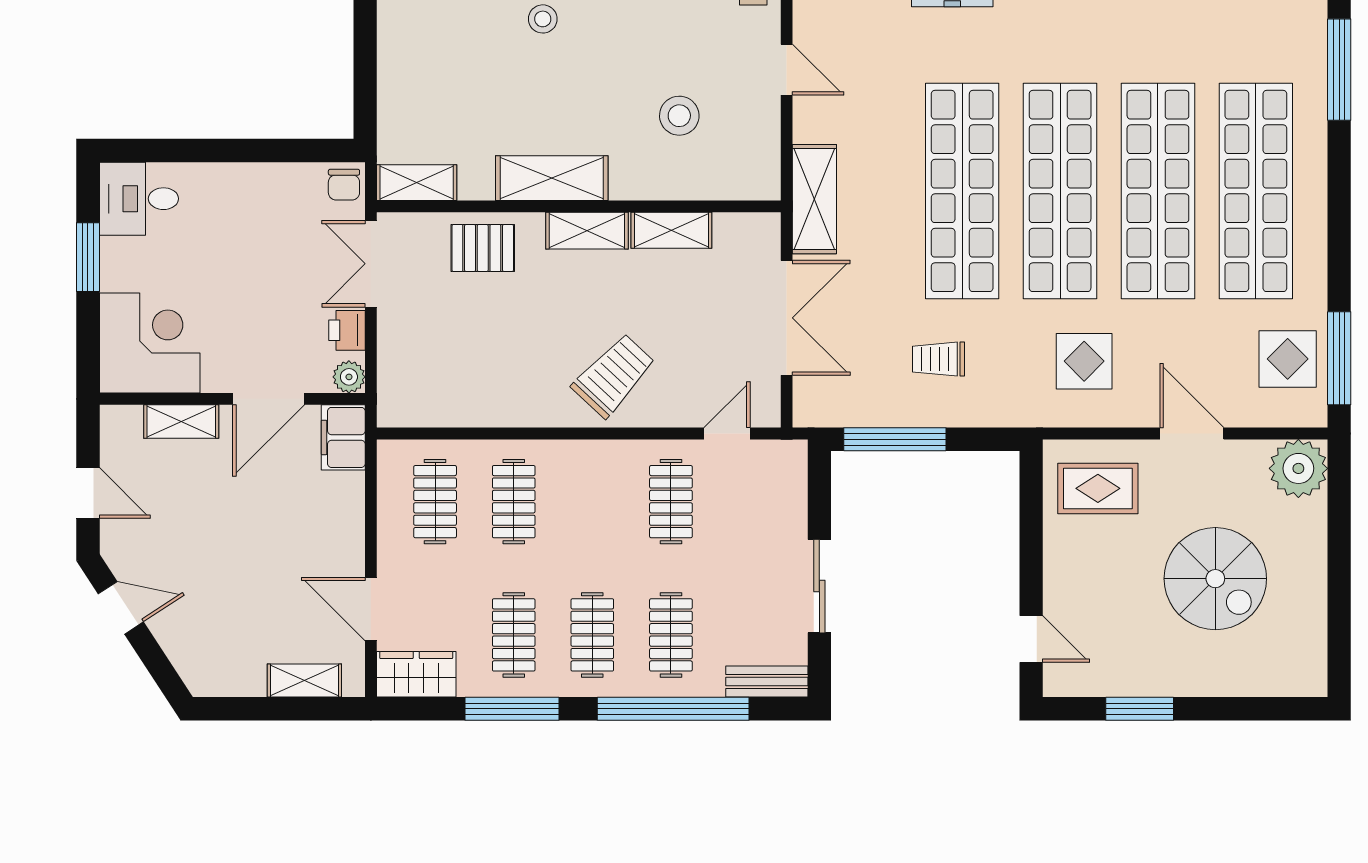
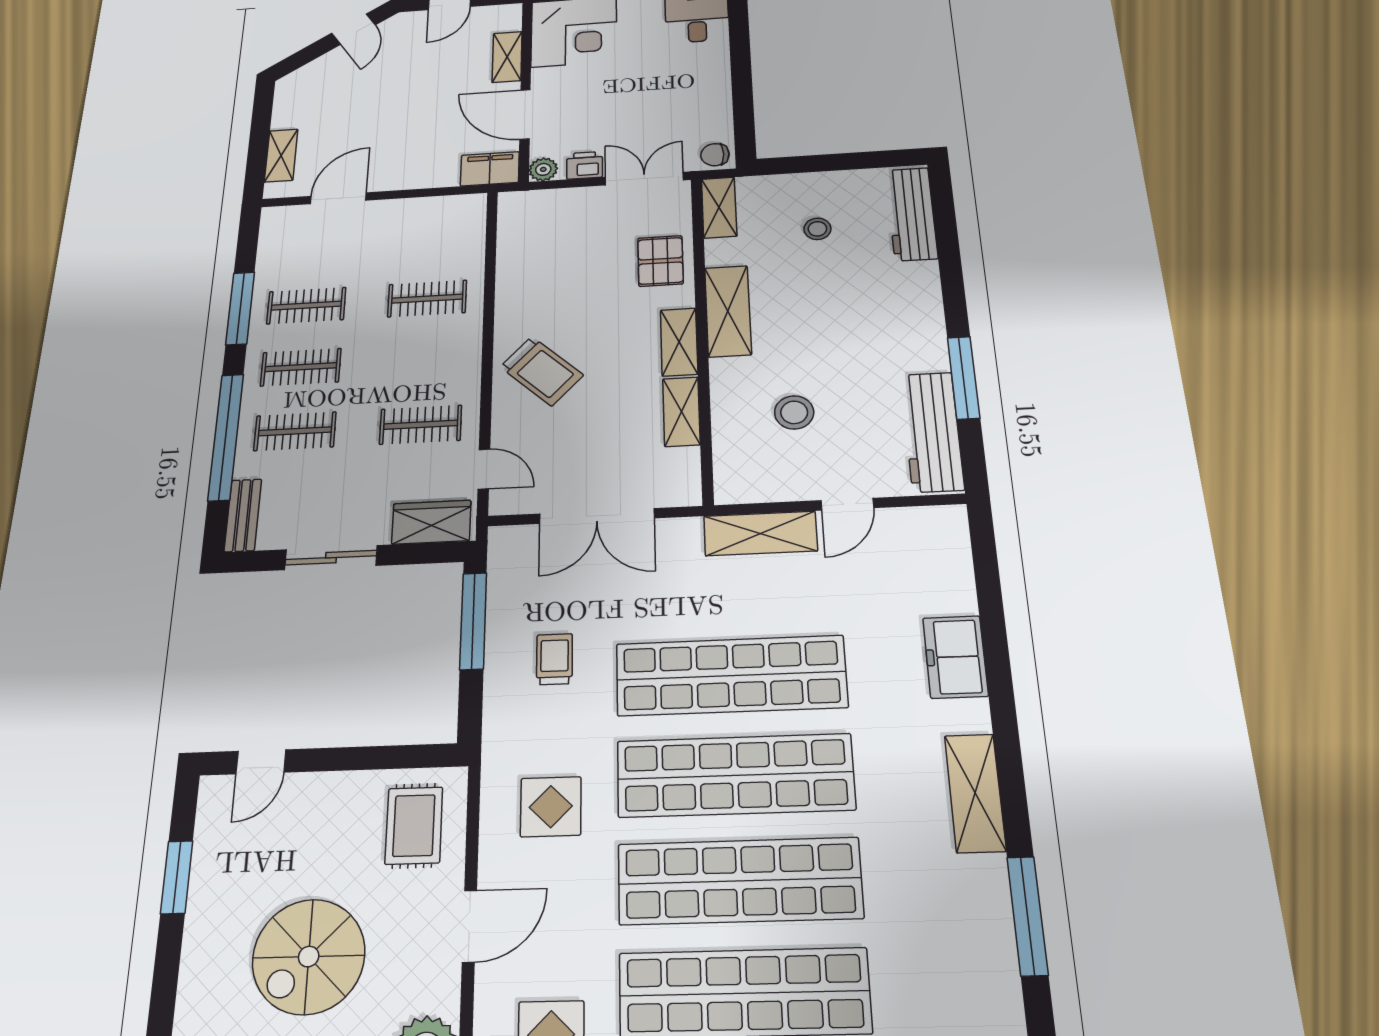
stool: (543, 19) -> (817, 229), moved
shelving: (814, 199) -> (760, 533), moved
clothes rail: (435, 502) -> (430, 239), removed
wardrobe: (416, 674) -> (431, 522), moved, turned -90

